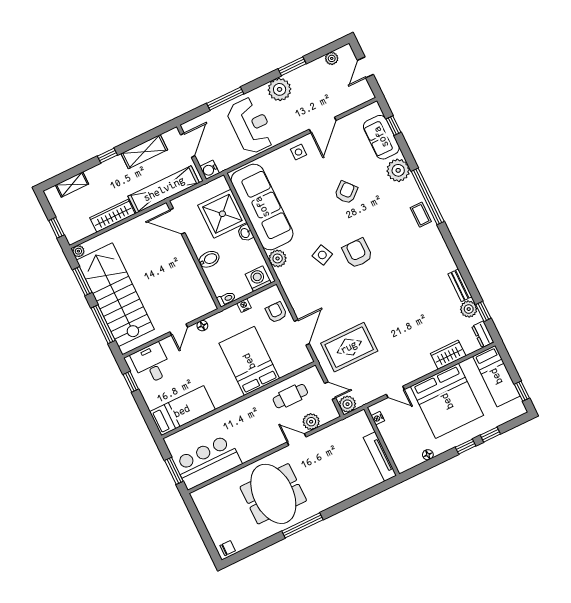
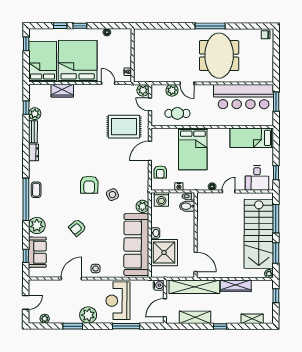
bidet: (209, 259) -> (187, 206), moved
dresser: (483, 334) -> (33, 152), moved
bed: (496, 376) -> (43, 62), width x1.50
tv unit: (380, 457) -> (138, 46), removed
bar counter: (208, 462) -> (244, 97), width x1.36

